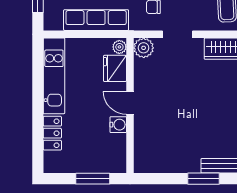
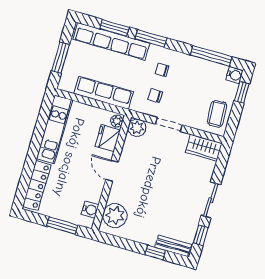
water cooler: (118, 125) -> (90, 210), moved
locker: (52, 133) -> (37, 185), width x1.53
plant: (147, 151) -> (115, 216), added
window: (204, 179) -> (156, 253), width x0.67

